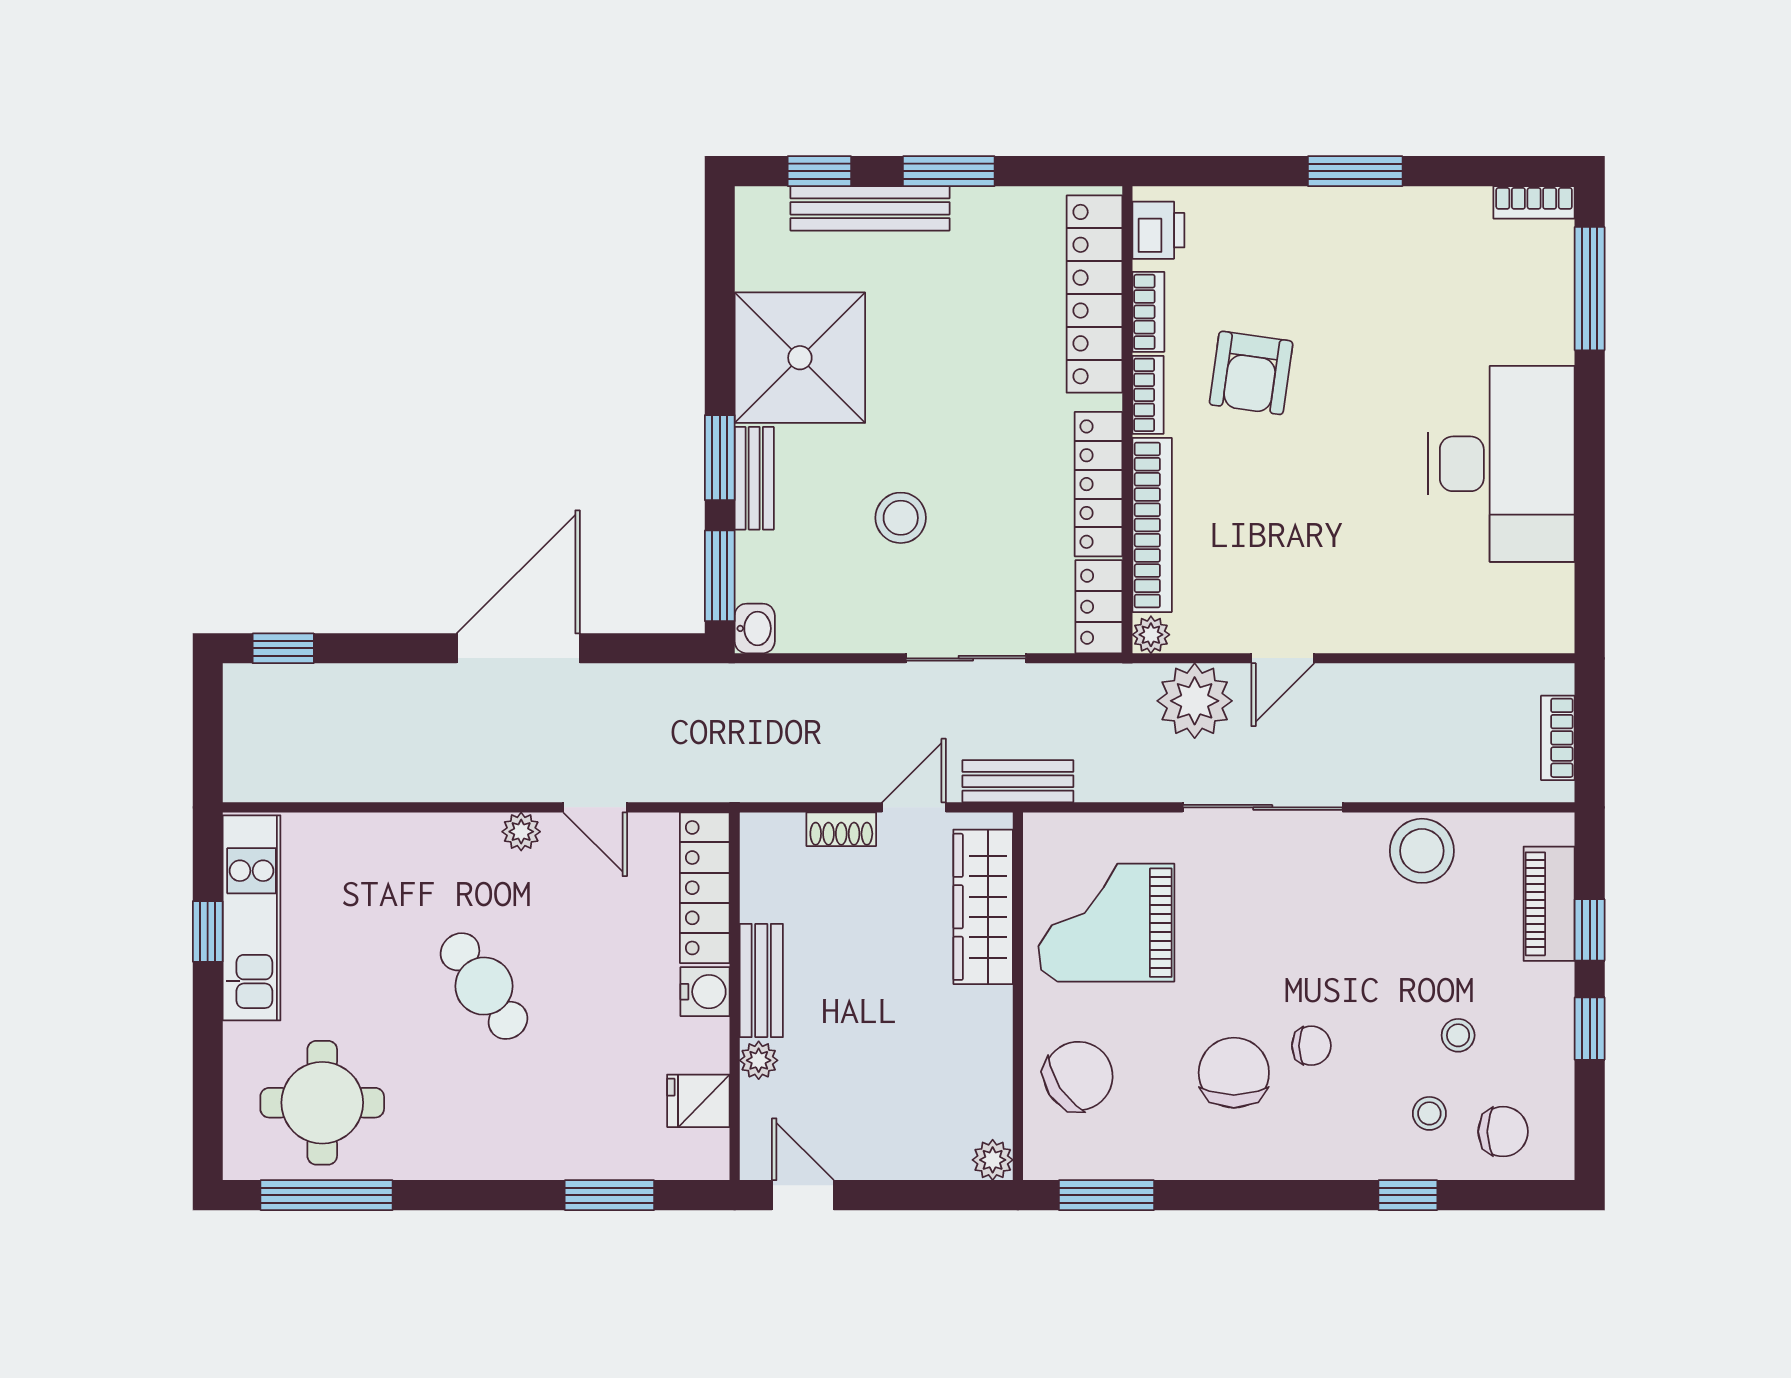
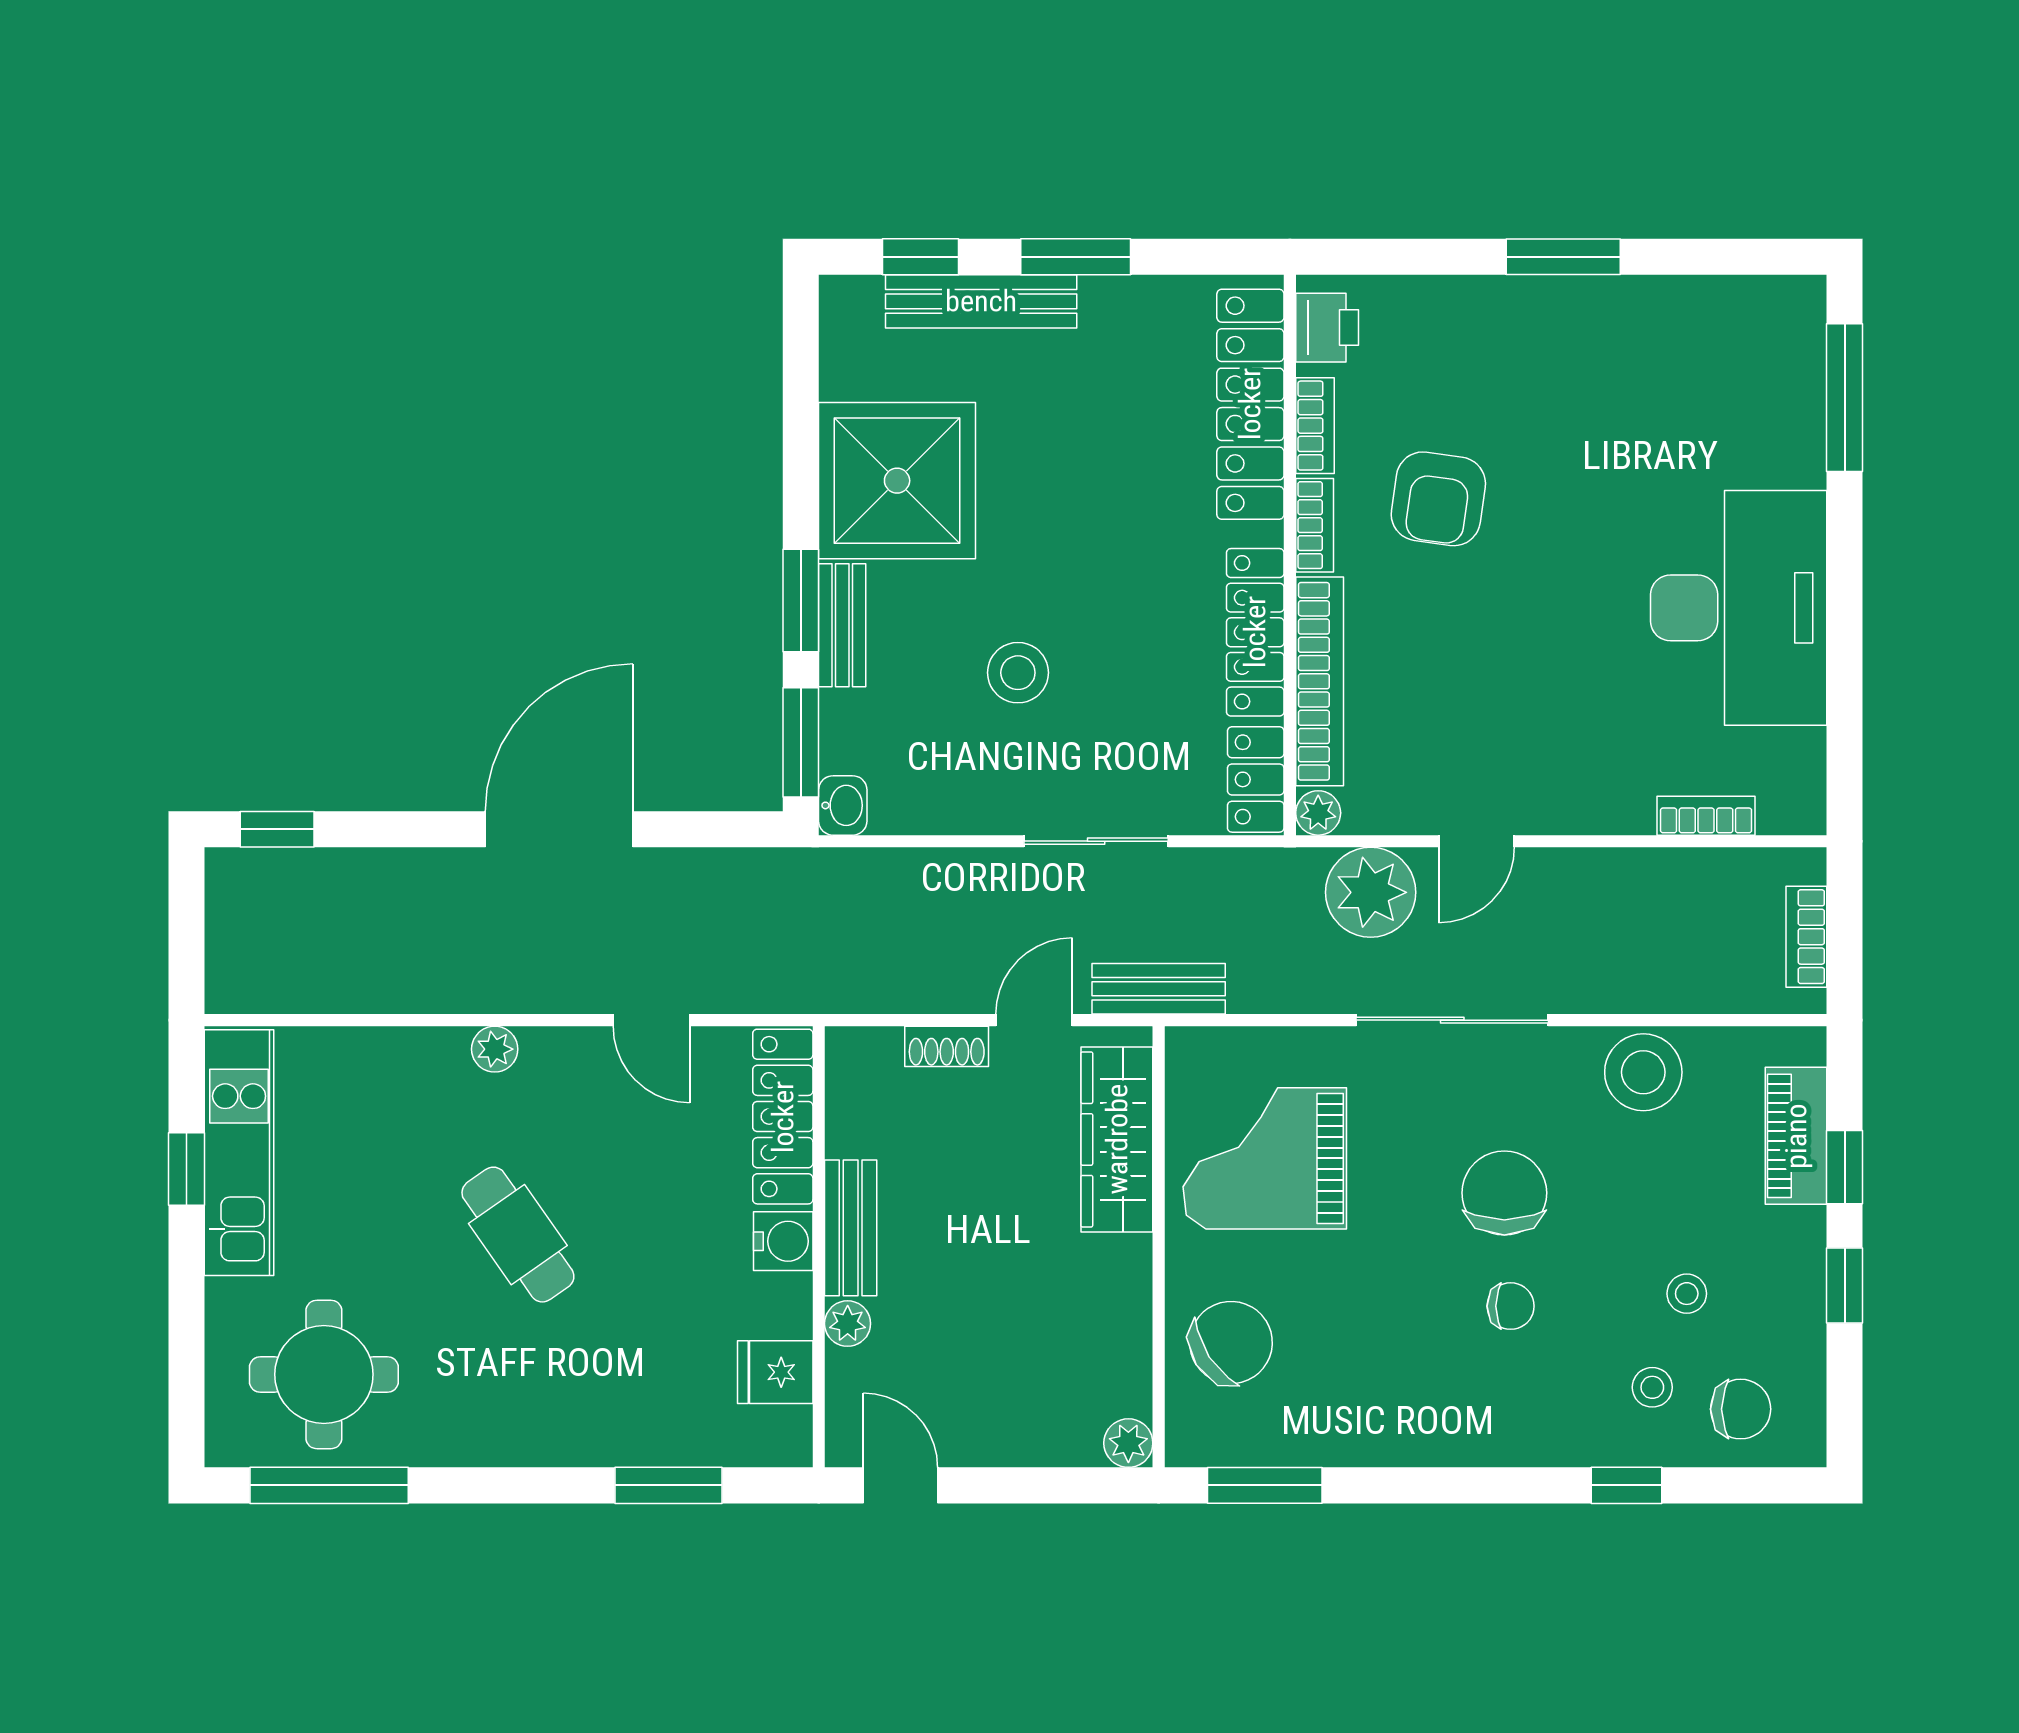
bookcase: (1534, 202) -> (1706, 816), moved, turned 180
plant: (521, 832) -> (495, 1049), moved
chair: (1234, 1073) -> (1504, 1193), moved

